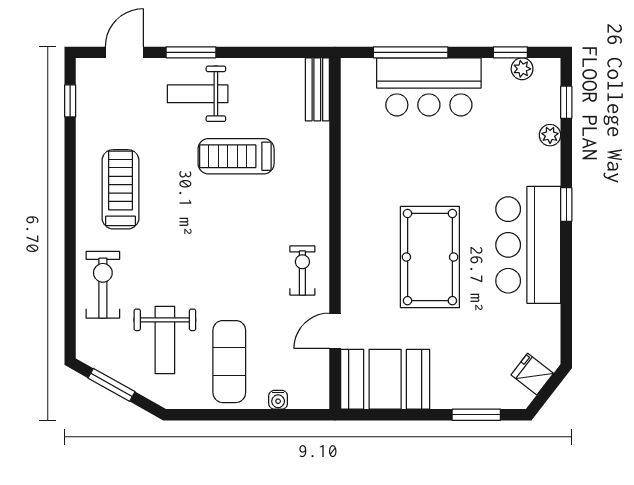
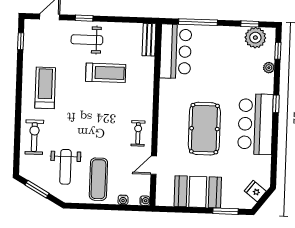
window: (191, 52) -> (84, 18), width x0.67
plant: (522, 69) -> (255, 38), width x1.88, depth x1.88
bar counter: (429, 87) -> (176, 51), moved, turned -90
treadmill: (236, 156) -> (106, 73), turned 180
booth: (385, 379) -> (198, 192), moved
water cooler: (320, 400) -> (145, 201), added

